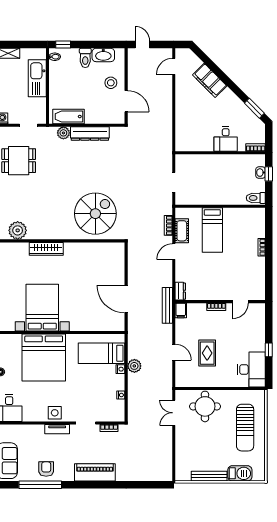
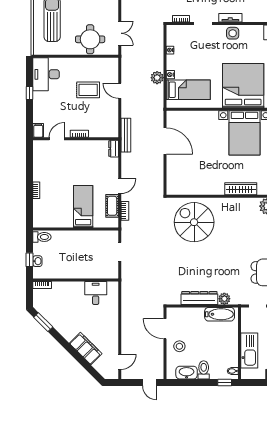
desk: (226, 139) -> (96, 293), moved
spiral stairs: (95, 214) -> (194, 222), turned 90
filing cabinet: (181, 310) -> (38, 130), moved
rug: (207, 353) -> (88, 90), turned 90

